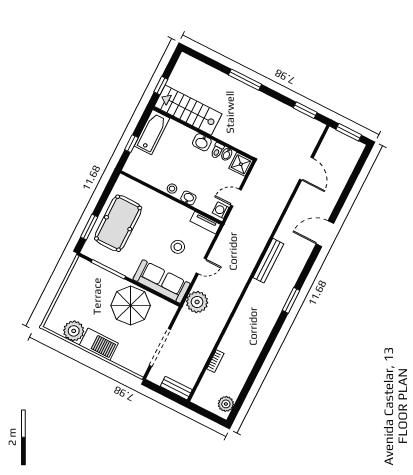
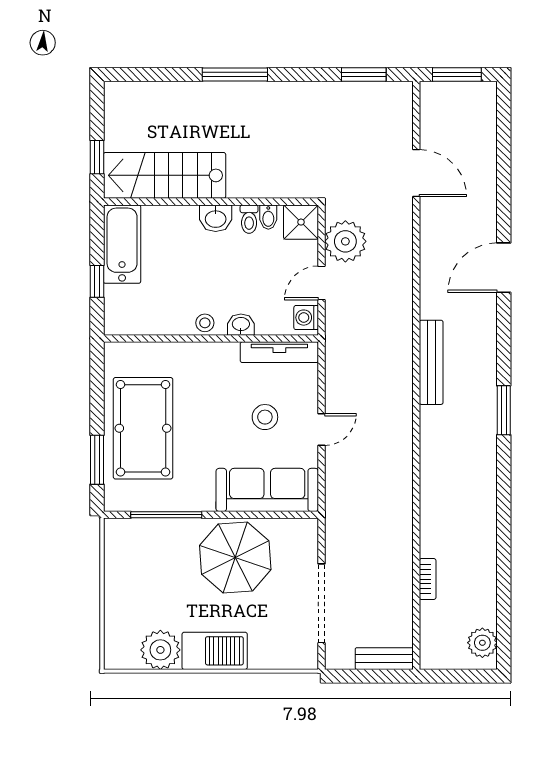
tv unit: (205, 223) -> (279, 352), width x1.41
plant: (197, 302) -> (345, 241), moved

